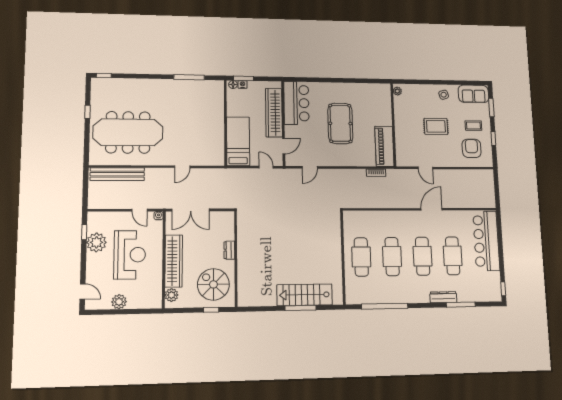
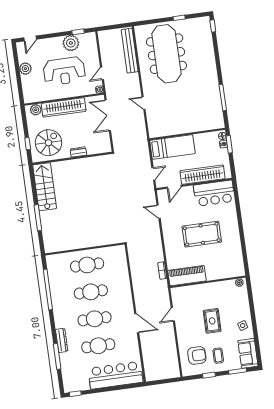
door: (284, 146) -> (174, 187), hinge flipped
stairs: (305, 295) -> (45, 187), moved

